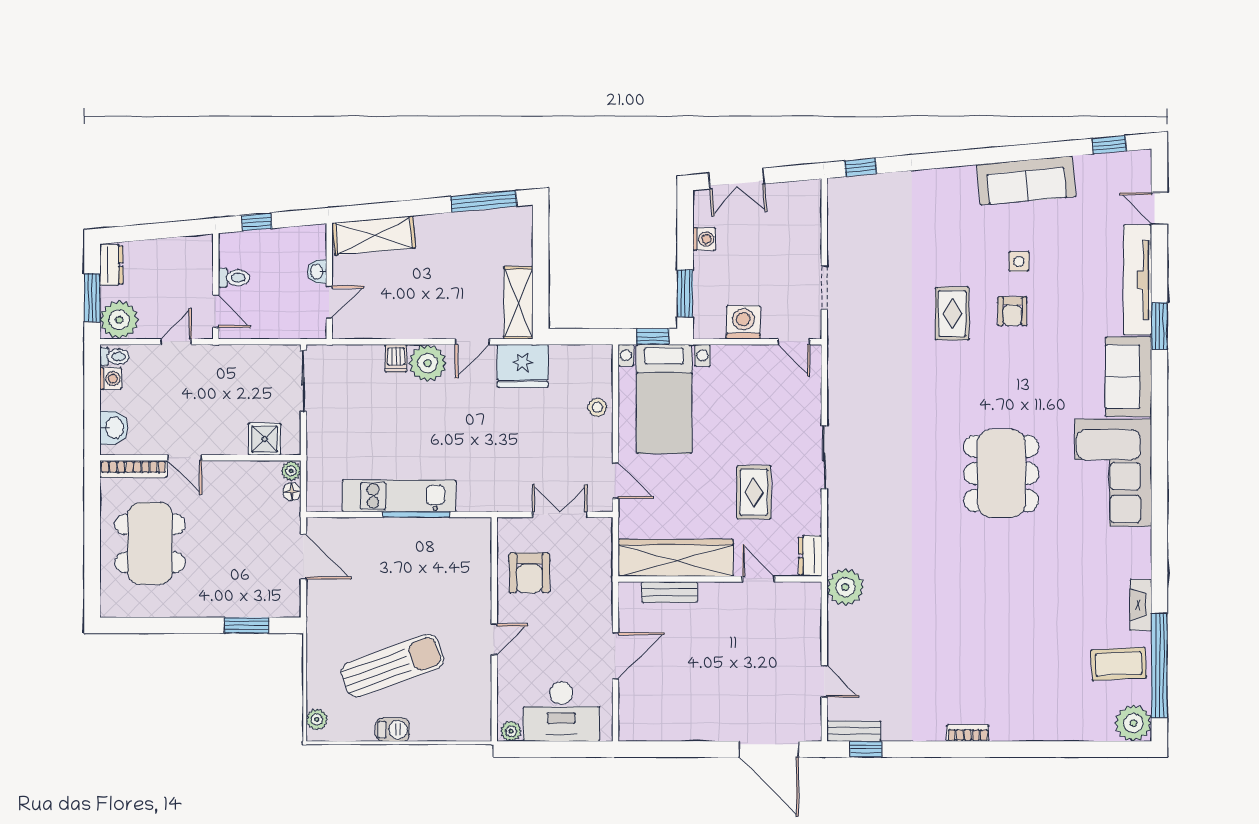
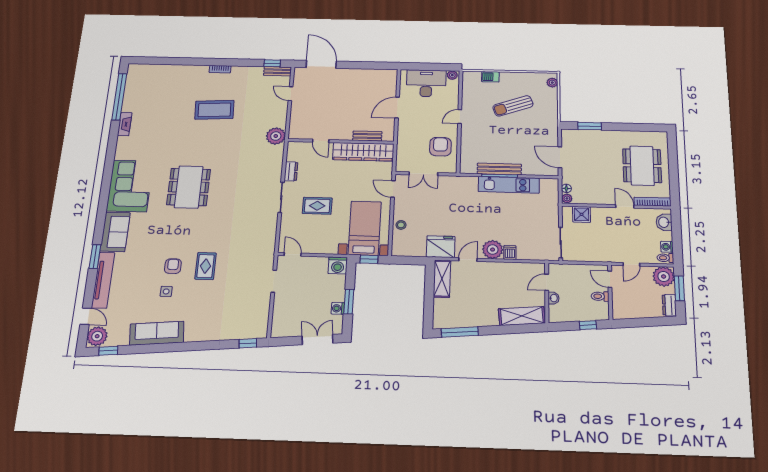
window: (685, 293) -> (349, 302), moved
washing machine: (743, 322) -> (338, 265), moved
rug: (754, 492) -> (317, 206), moved, turned 90
bench: (417, 529) -> (499, 169), added
dresser: (810, 556) -> (291, 171), moved
coffee table: (1119, 664) -> (214, 110), moved, width x1.36, depth x1.32
sun lounger: (392, 666) -> (513, 106), width x0.73, depth x0.75
plant: (1133, 723) -> (97, 336), moved
barbecue: (393, 730) -> (490, 77), moved

